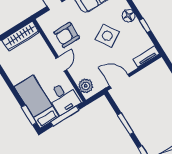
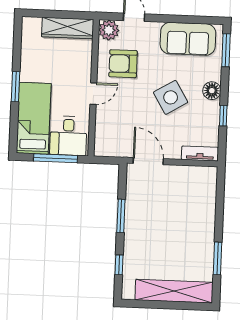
plant: (86, 86) -> (109, 30), moved
window: (29, 115) -> (15, 87), moved

